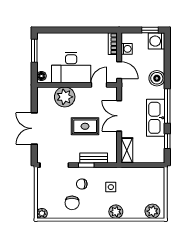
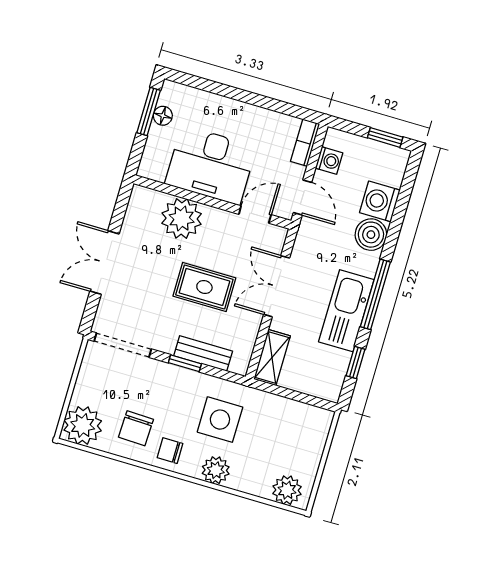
washing machine: (156, 41) -> (380, 201), moved
floor lamp: (41, 76) -> (163, 116), moved
chair: (82, 184) -> (170, 451), moved
side table: (111, 187) -> (220, 420), width x1.87, depth x1.87
plant: (42, 213) -> (83, 425), width x1.88, depth x1.88

